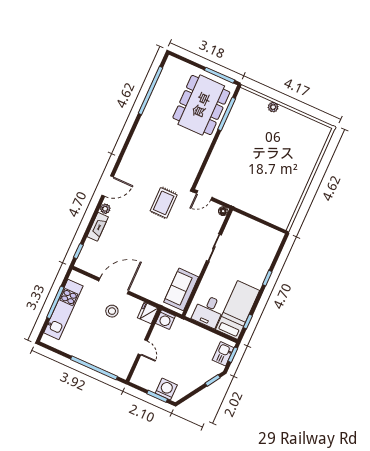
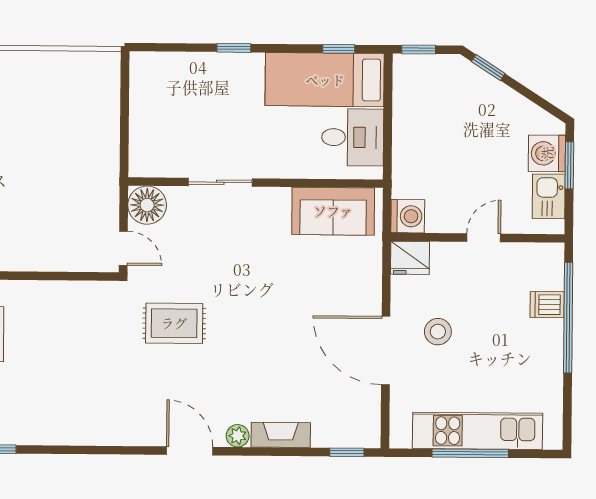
floor lamp: (223, 211) -> (147, 205), width x1.89, depth x1.89
kitchen sink: (223, 354) -> (549, 196), moved, turned 90
dishwasher: (103, 362) -> (547, 305), added

